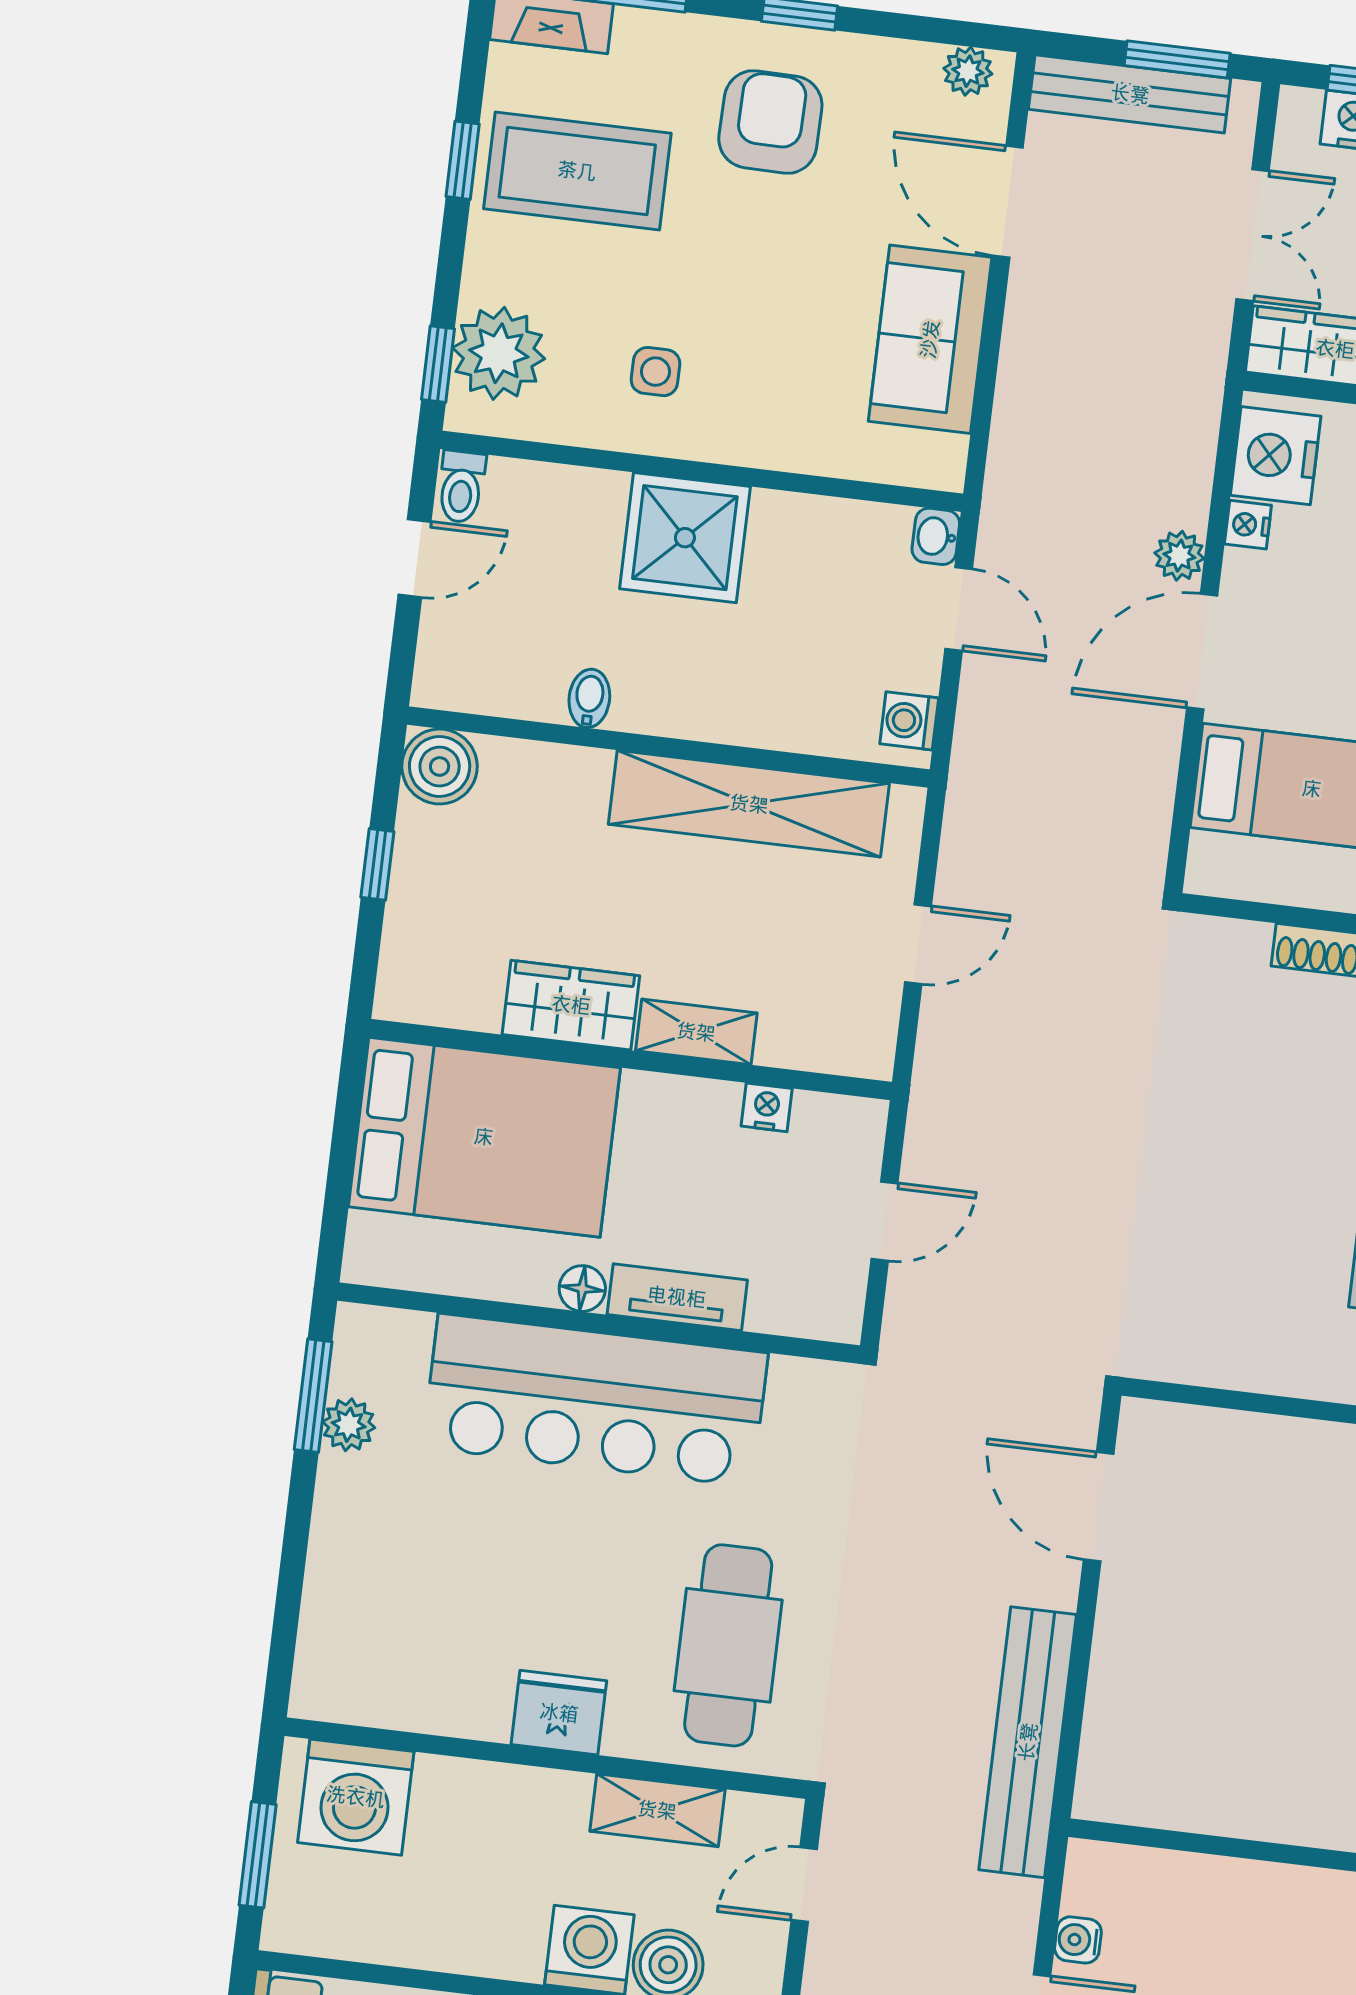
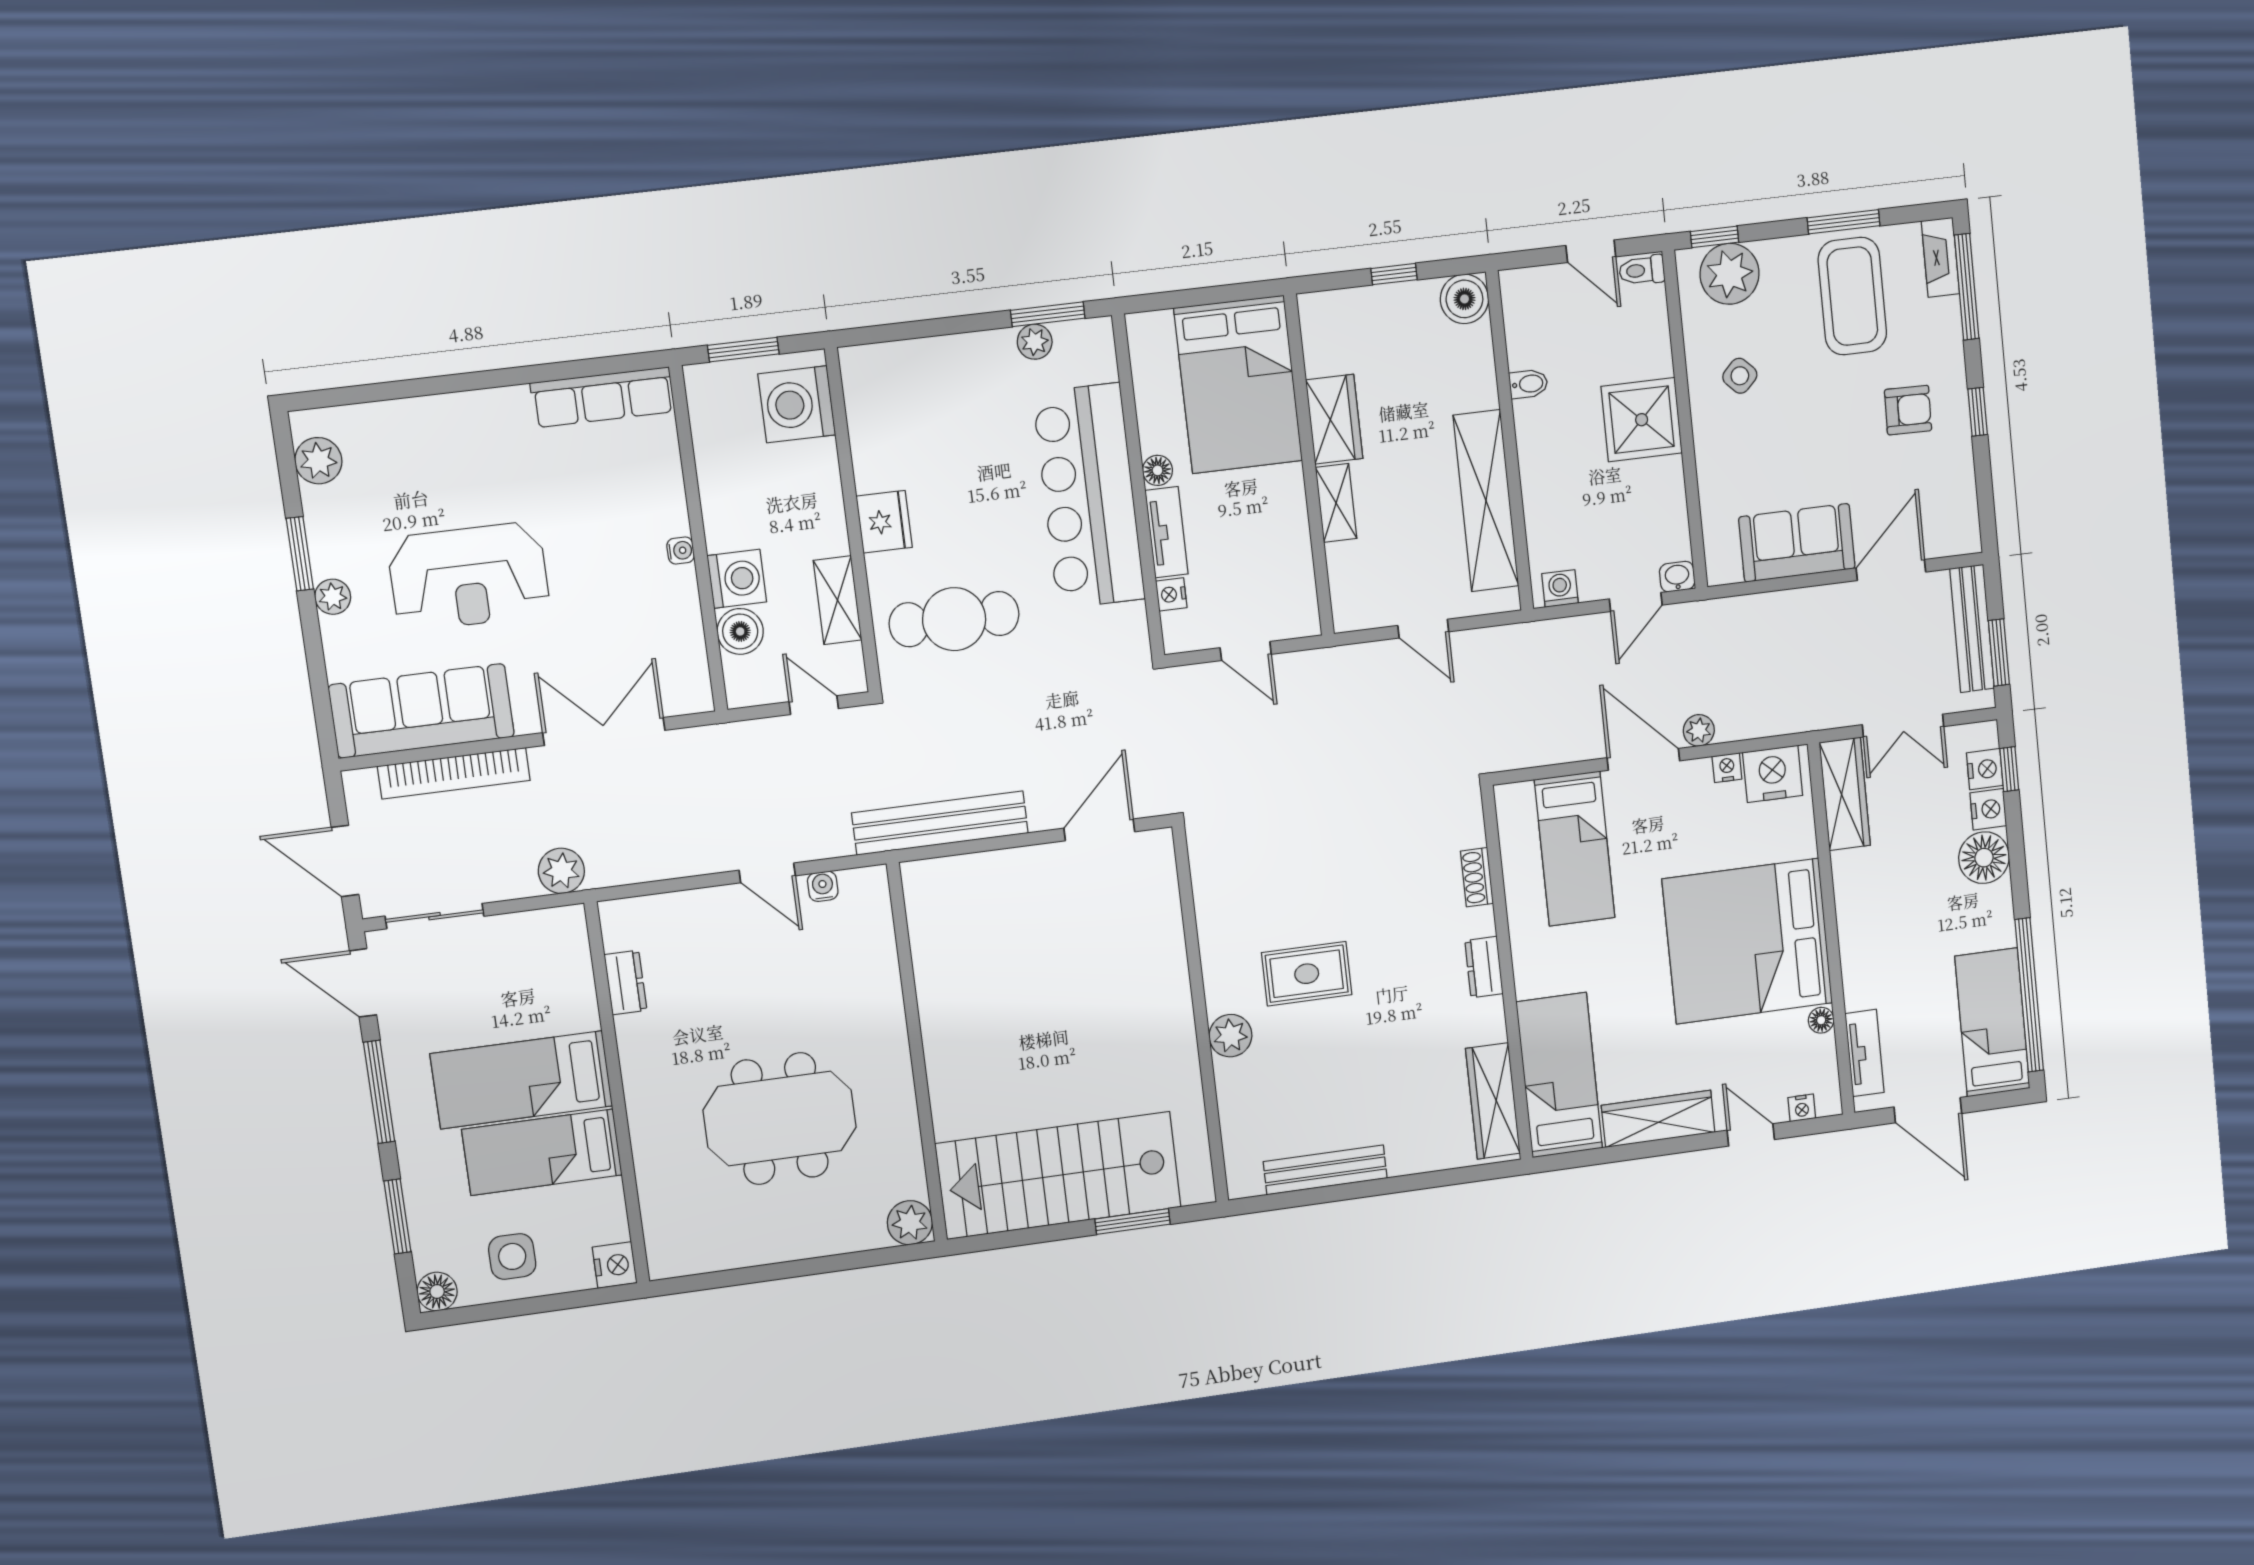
plant: (968, 71) -> (1965, 525), removed
armchair: (770, 122) -> (1908, 410), width x0.72, depth x0.72
window: (463, 160) -> (1844, 222), width x1.50
side table: (655, 372) -> (1740, 376), turned 45
nightstand: (767, 1107) -> (1171, 594), moved, turned 180

